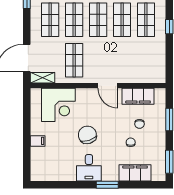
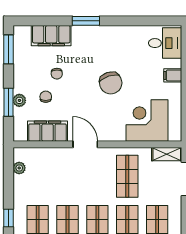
plant: (161, 67) -> (19, 168), added
plant: (161, 121) -> (19, 100), added
desk: (89, 168) -> (165, 43), moved, turned 90

